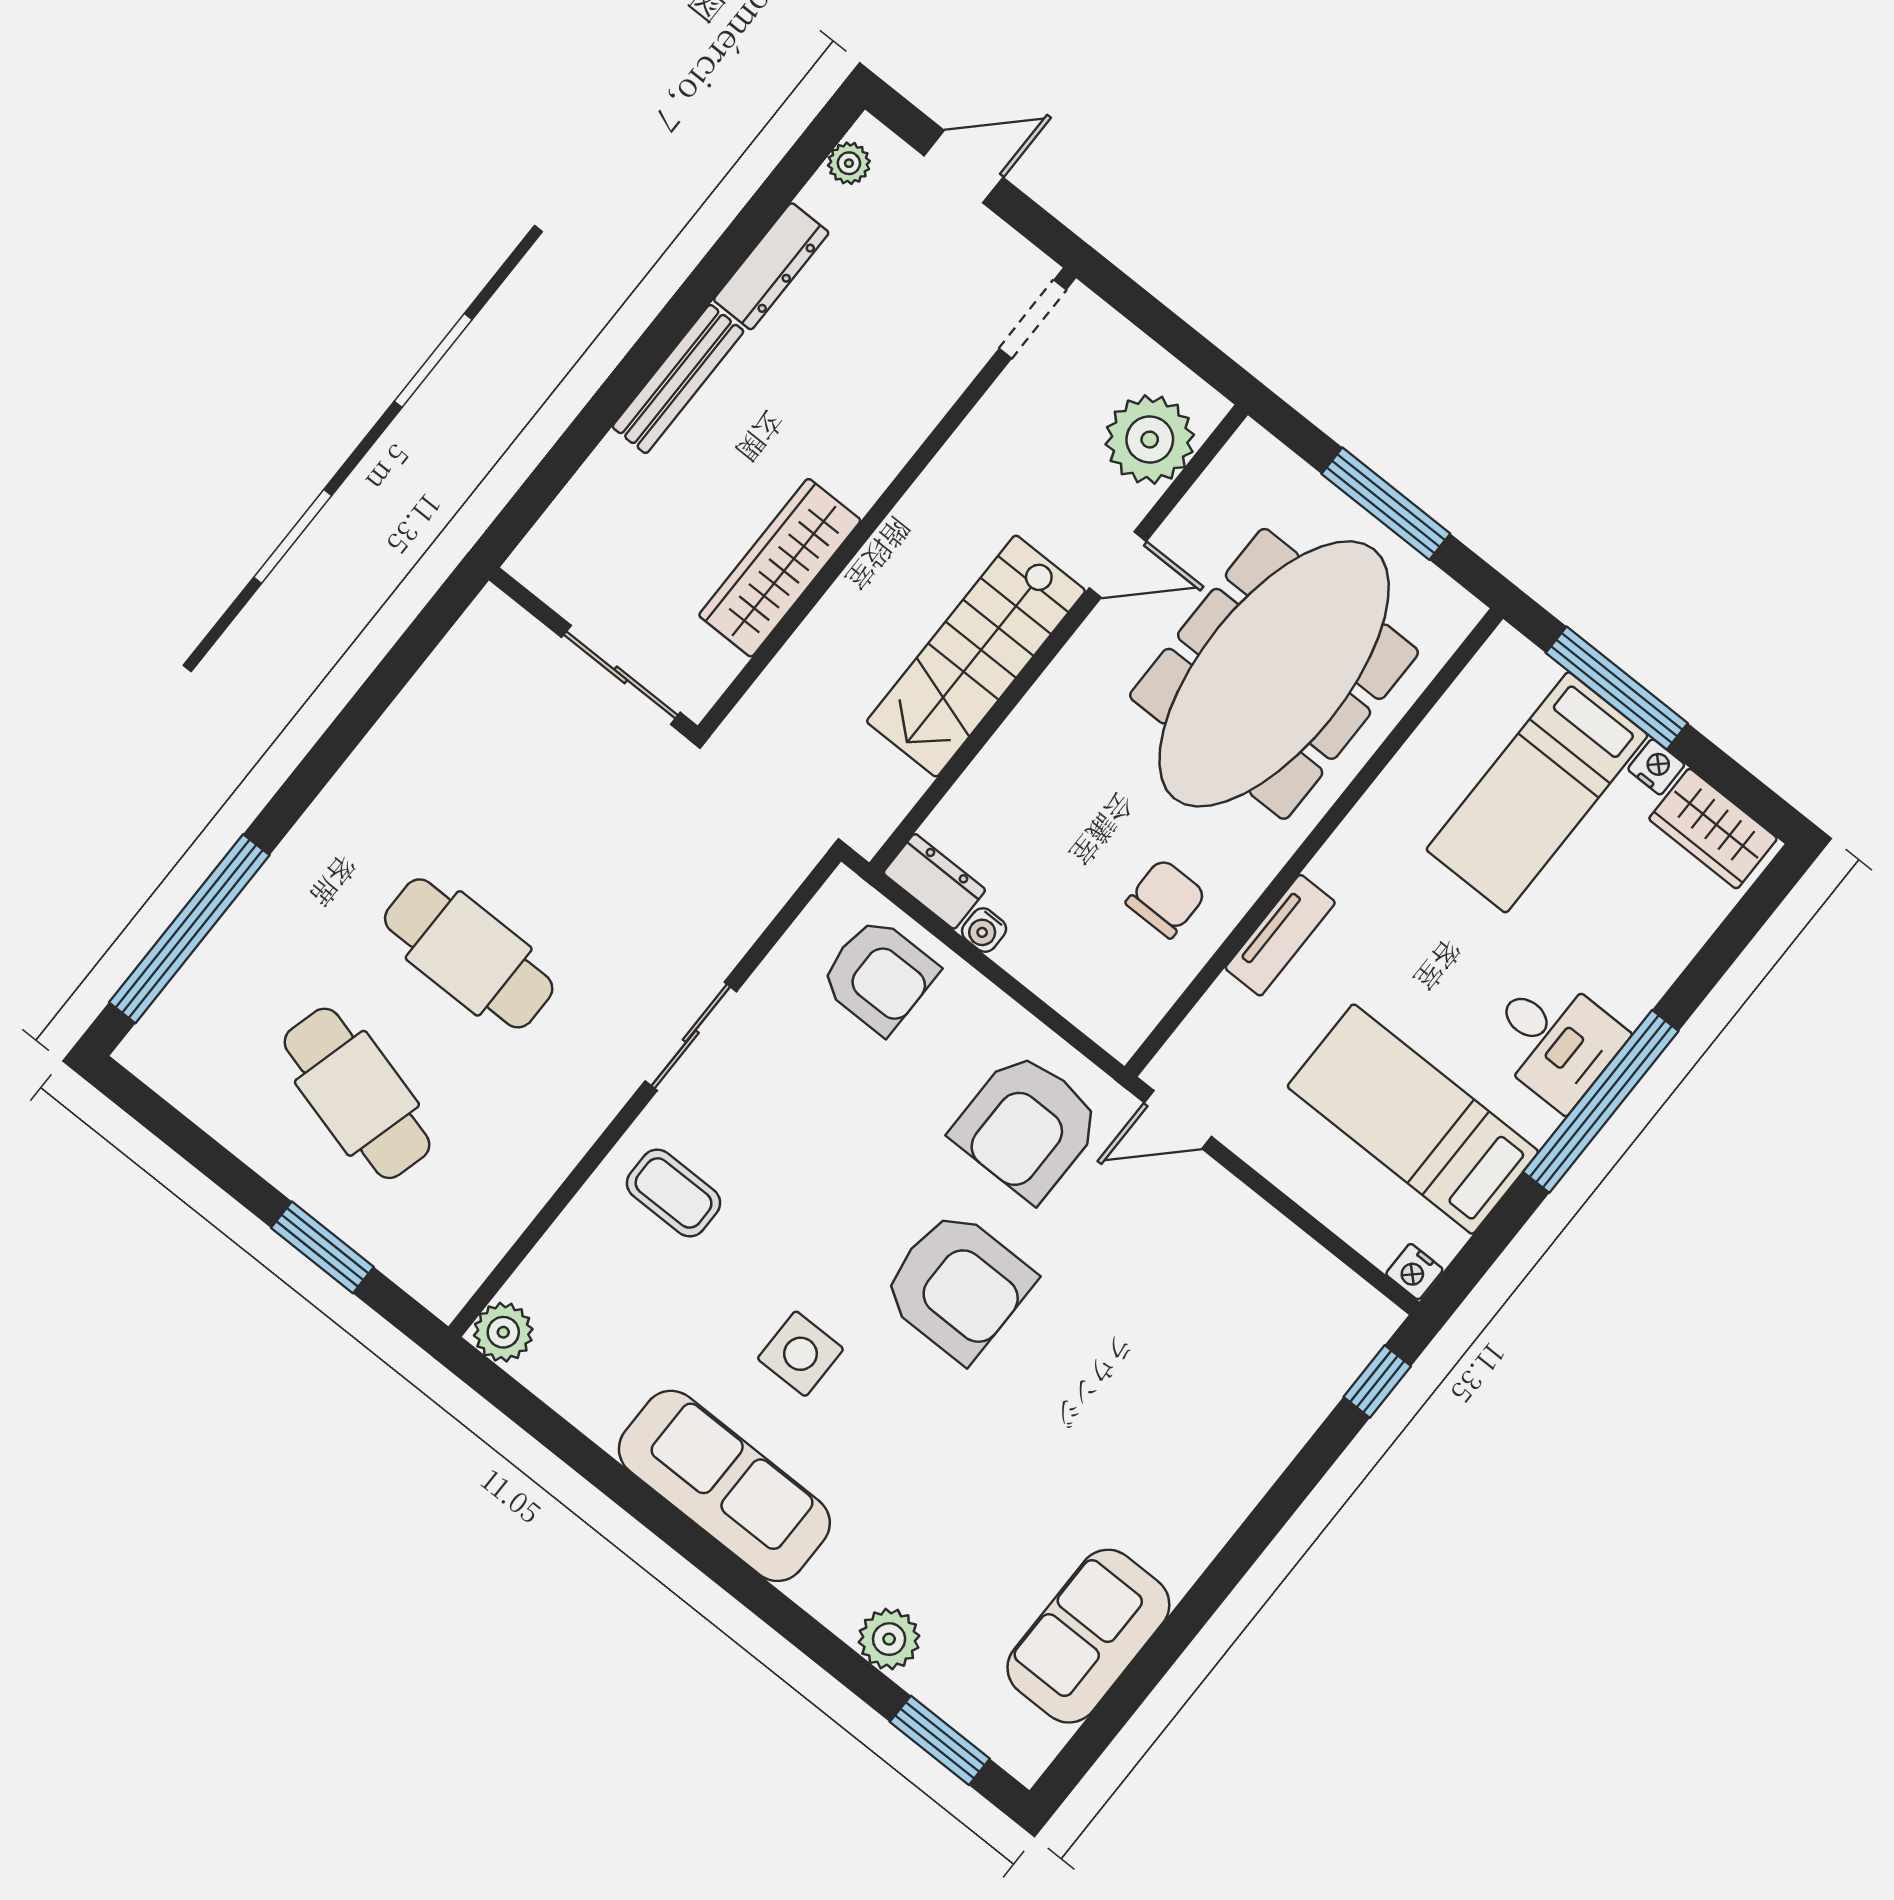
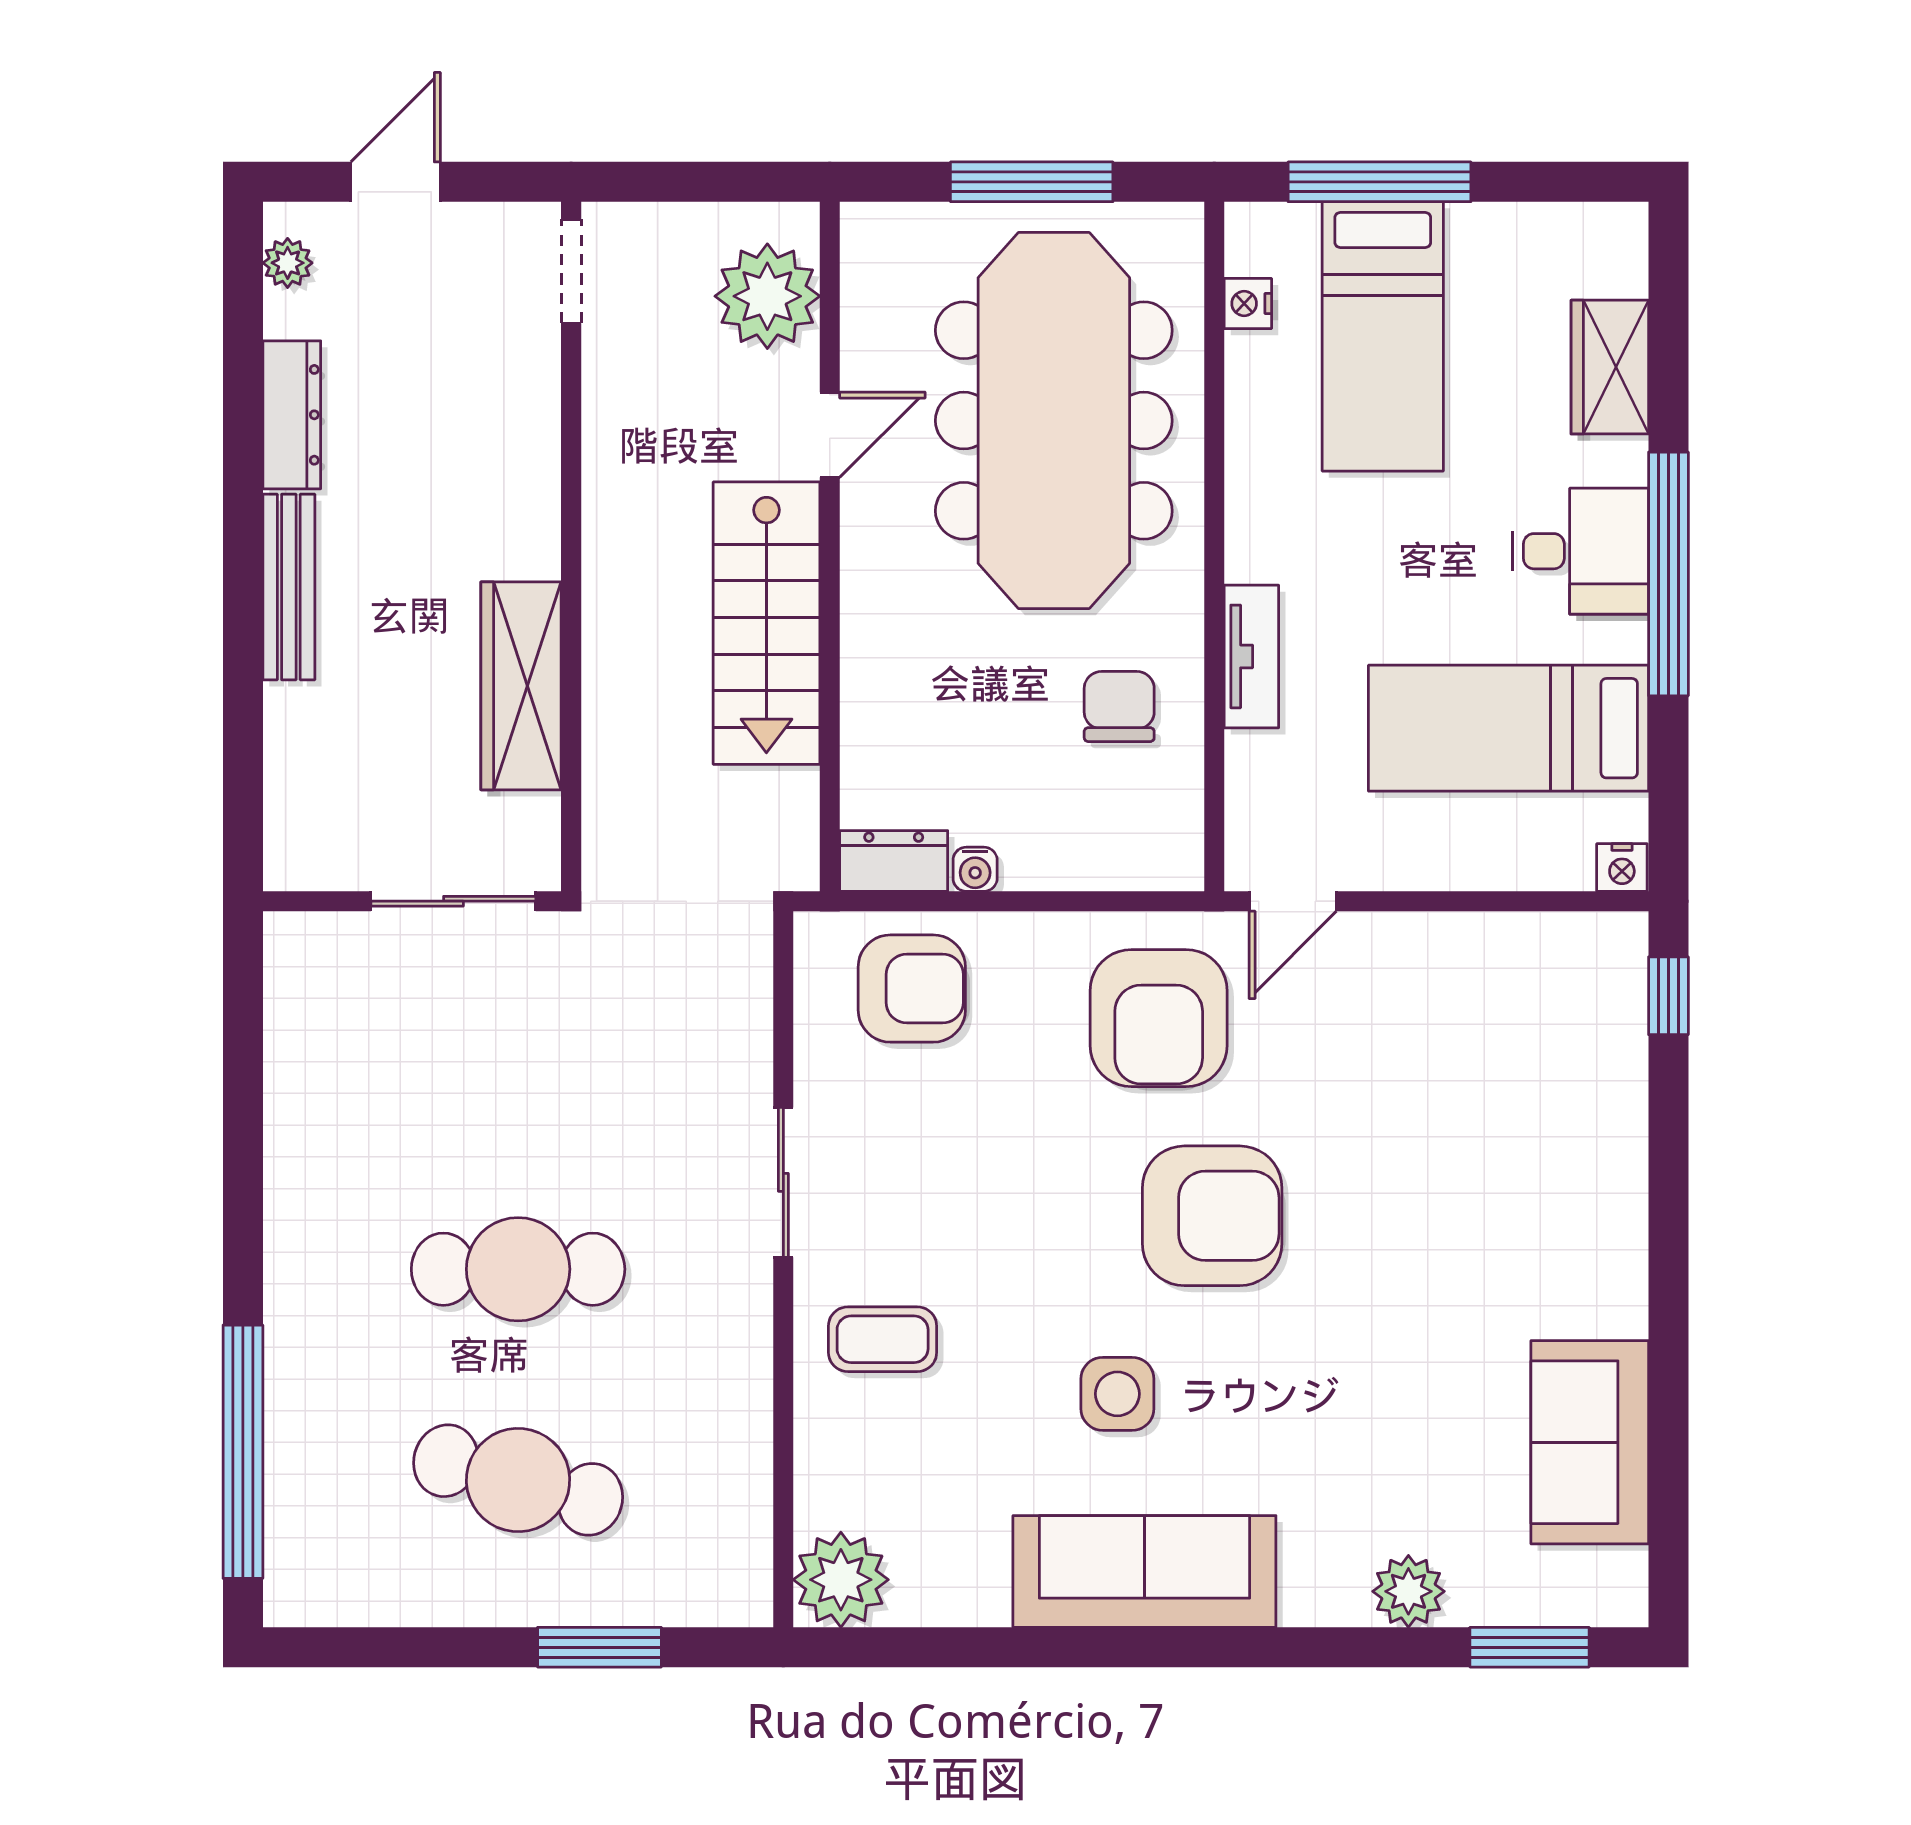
nightstand: (1656, 767) -> (1248, 303), moved, turned -90
wardrobe: (1713, 829) -> (1610, 367), moved, turned 90
plant: (503, 1332) -> (841, 1580), width x1.36, depth x1.36

